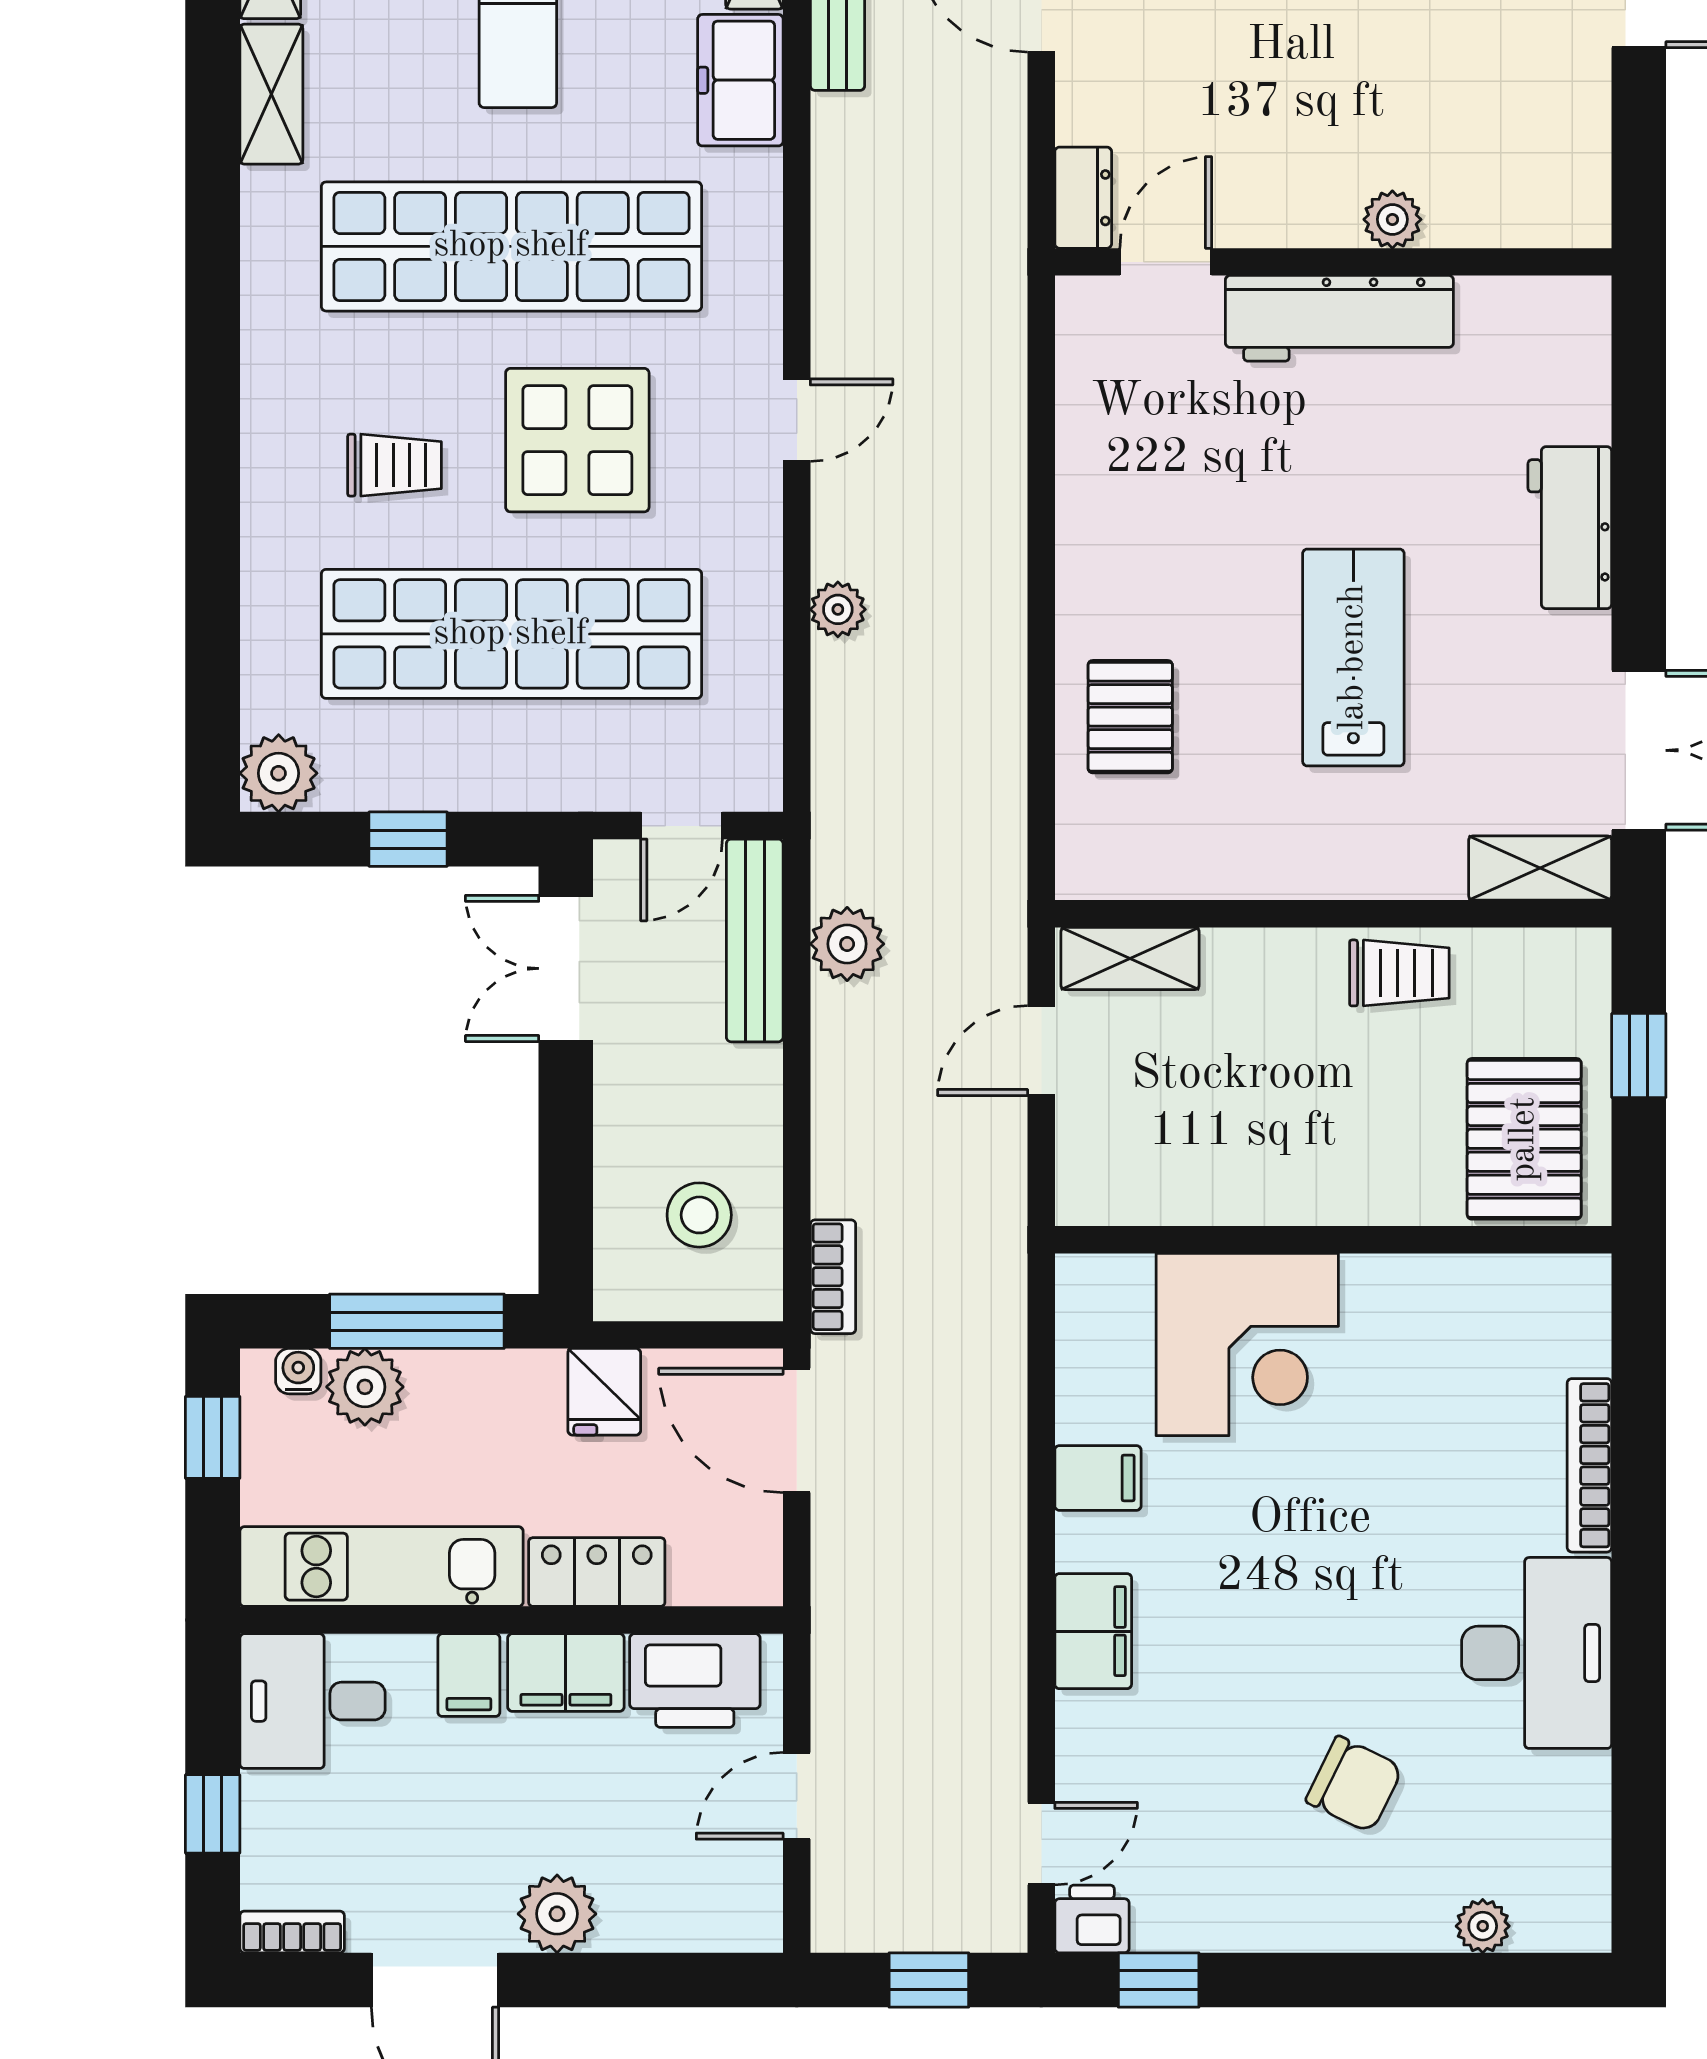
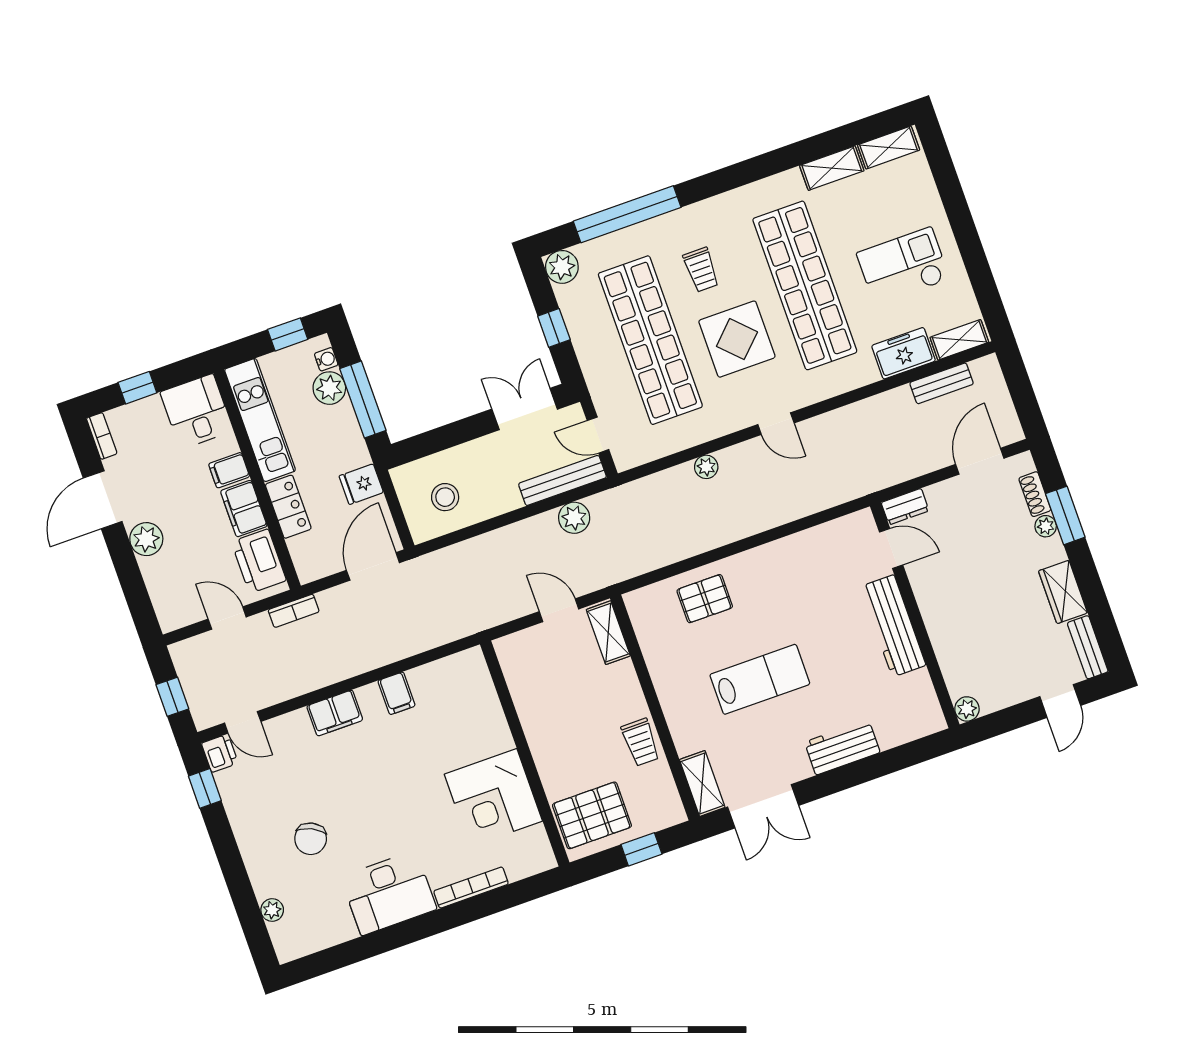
plant: (1392, 219) -> (967, 709), moved
window: (213, 586) -> (627, 214), added
bookcase: (833, 1277) -> (294, 611), moved
corner desk: (1247, 1345) -> (493, 798), moved

